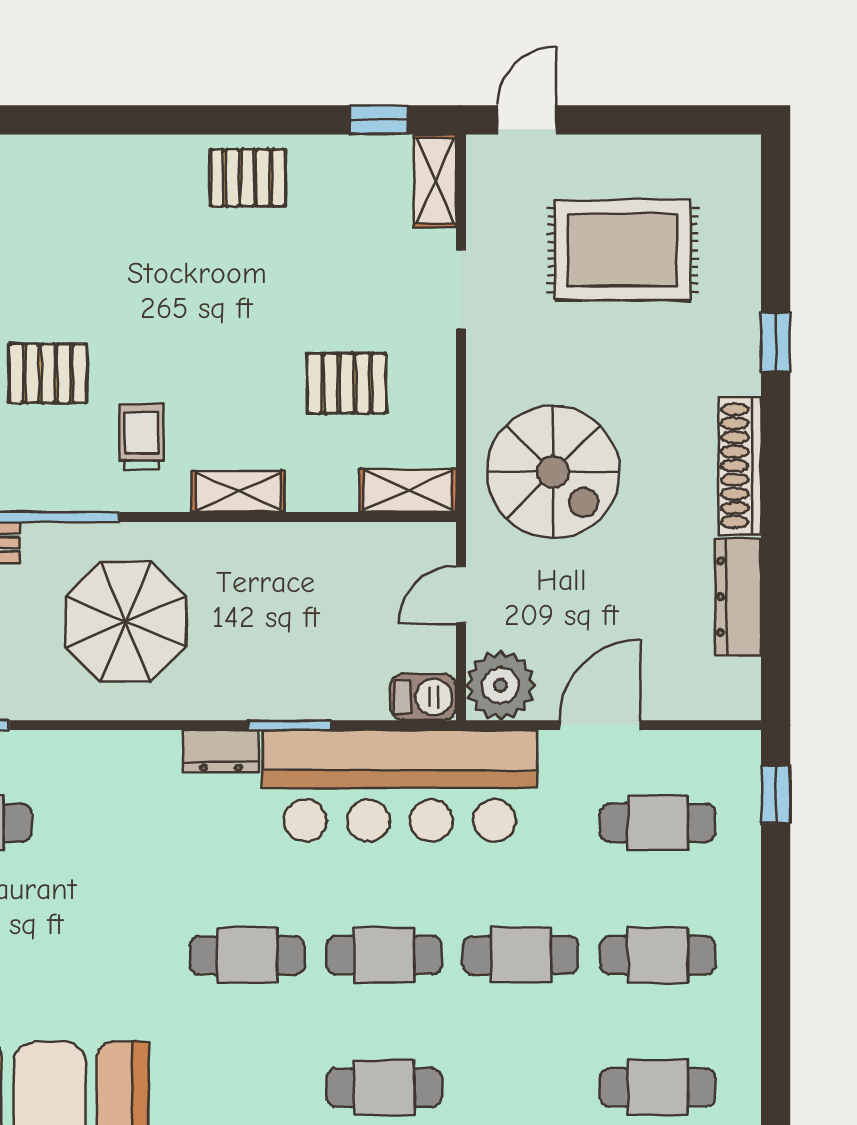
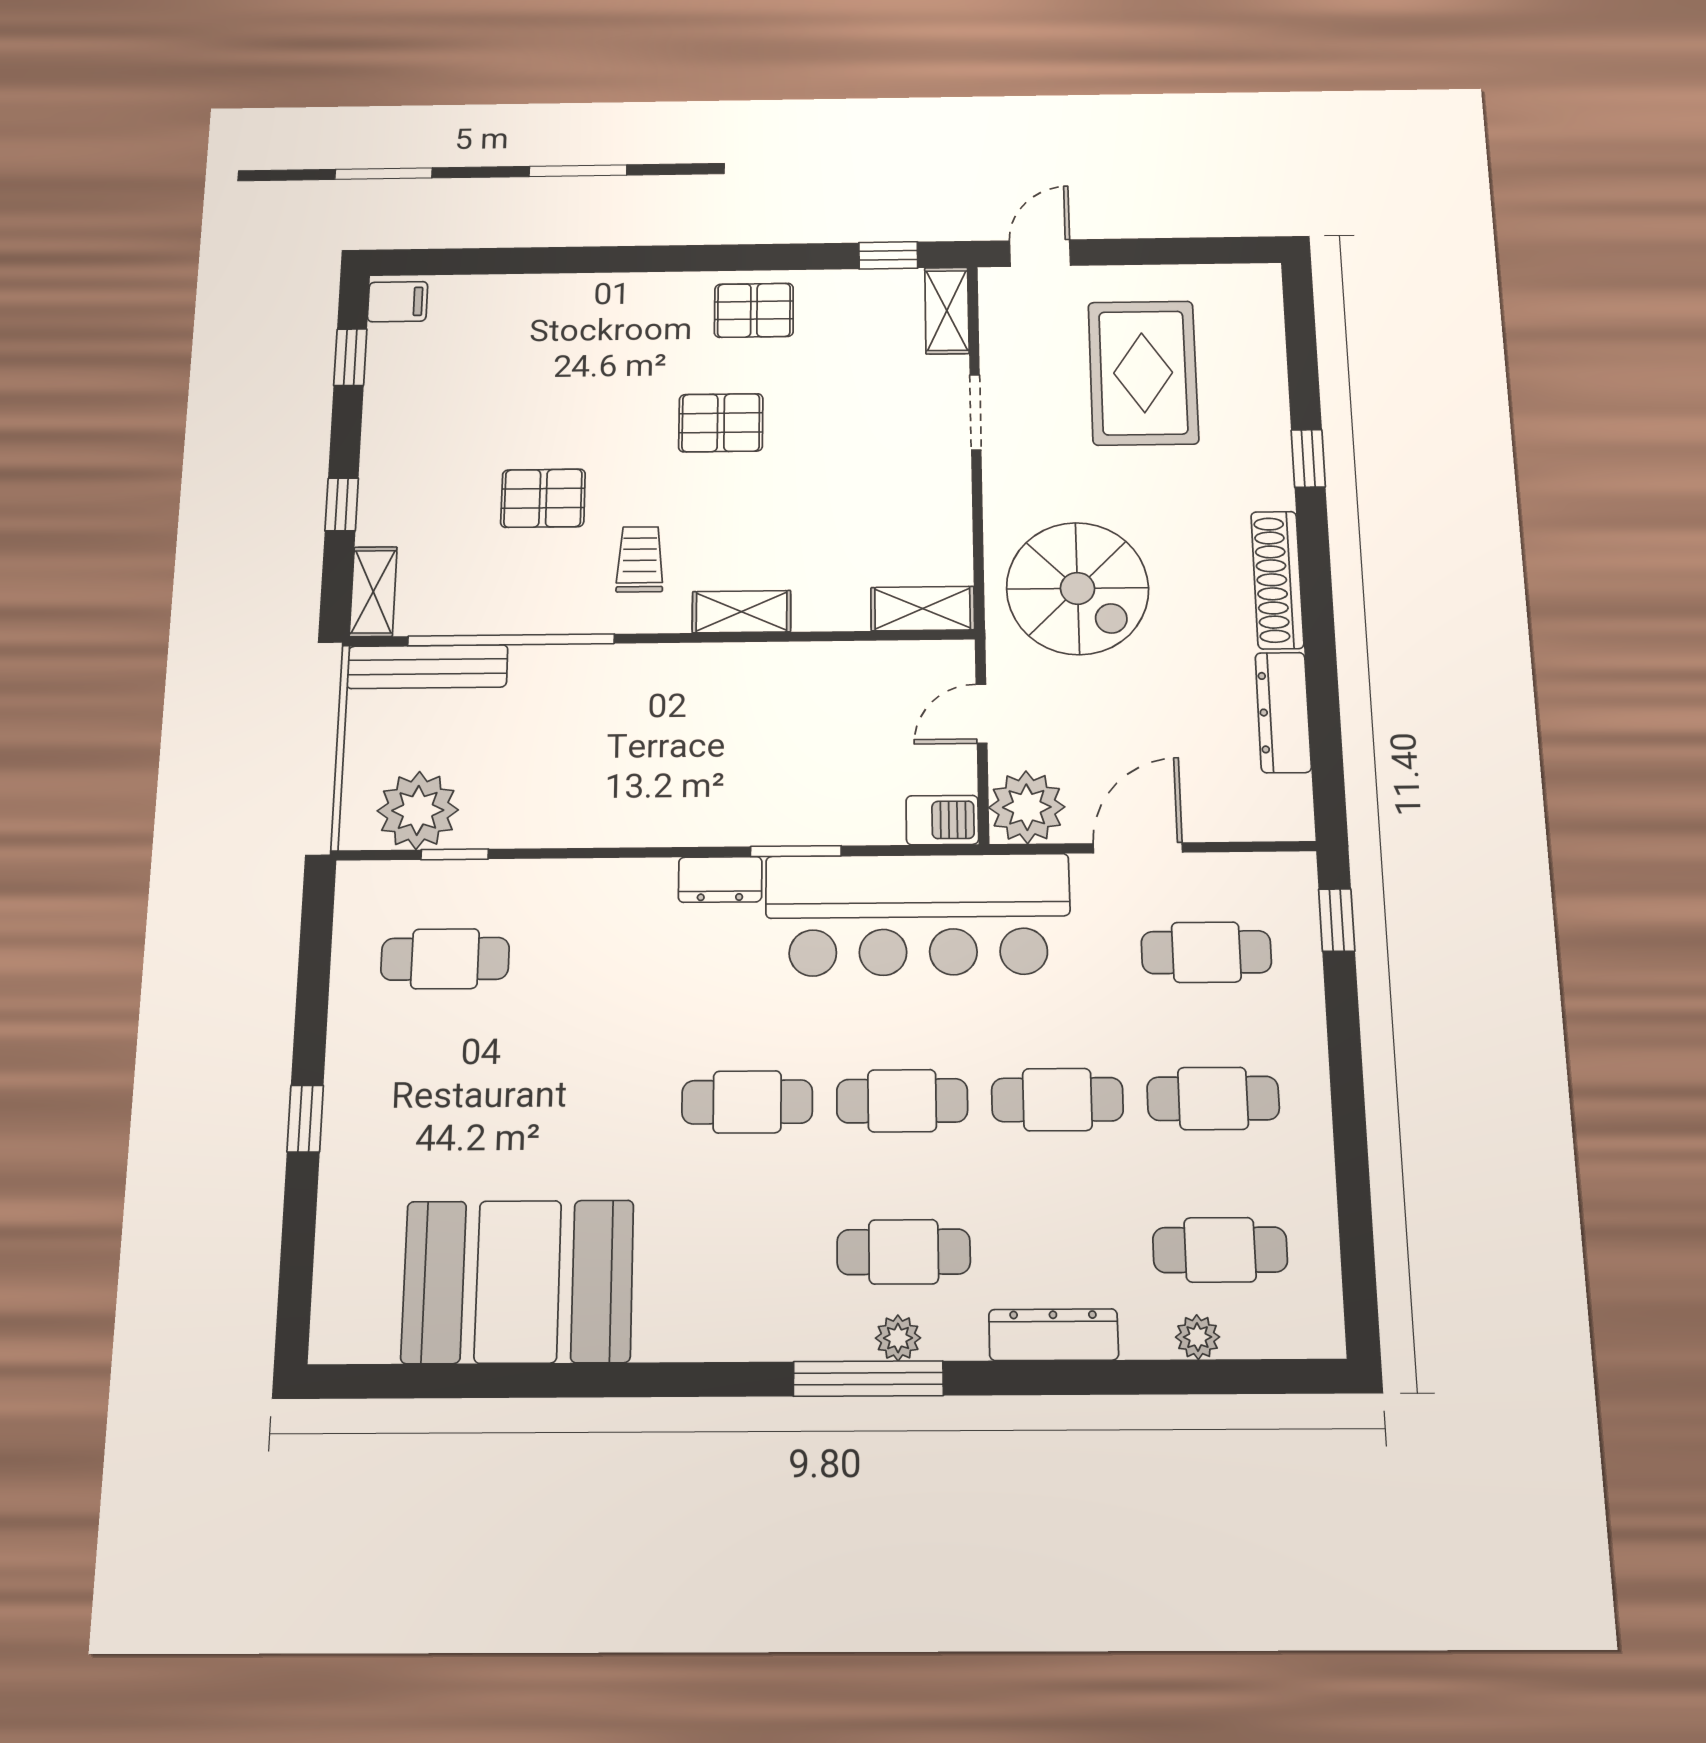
rug: (623, 250) -> (1143, 373), turned 90
pallet: (347, 383) -> (721, 423), moved
parasol: (125, 622) -> (618, 745), removed

